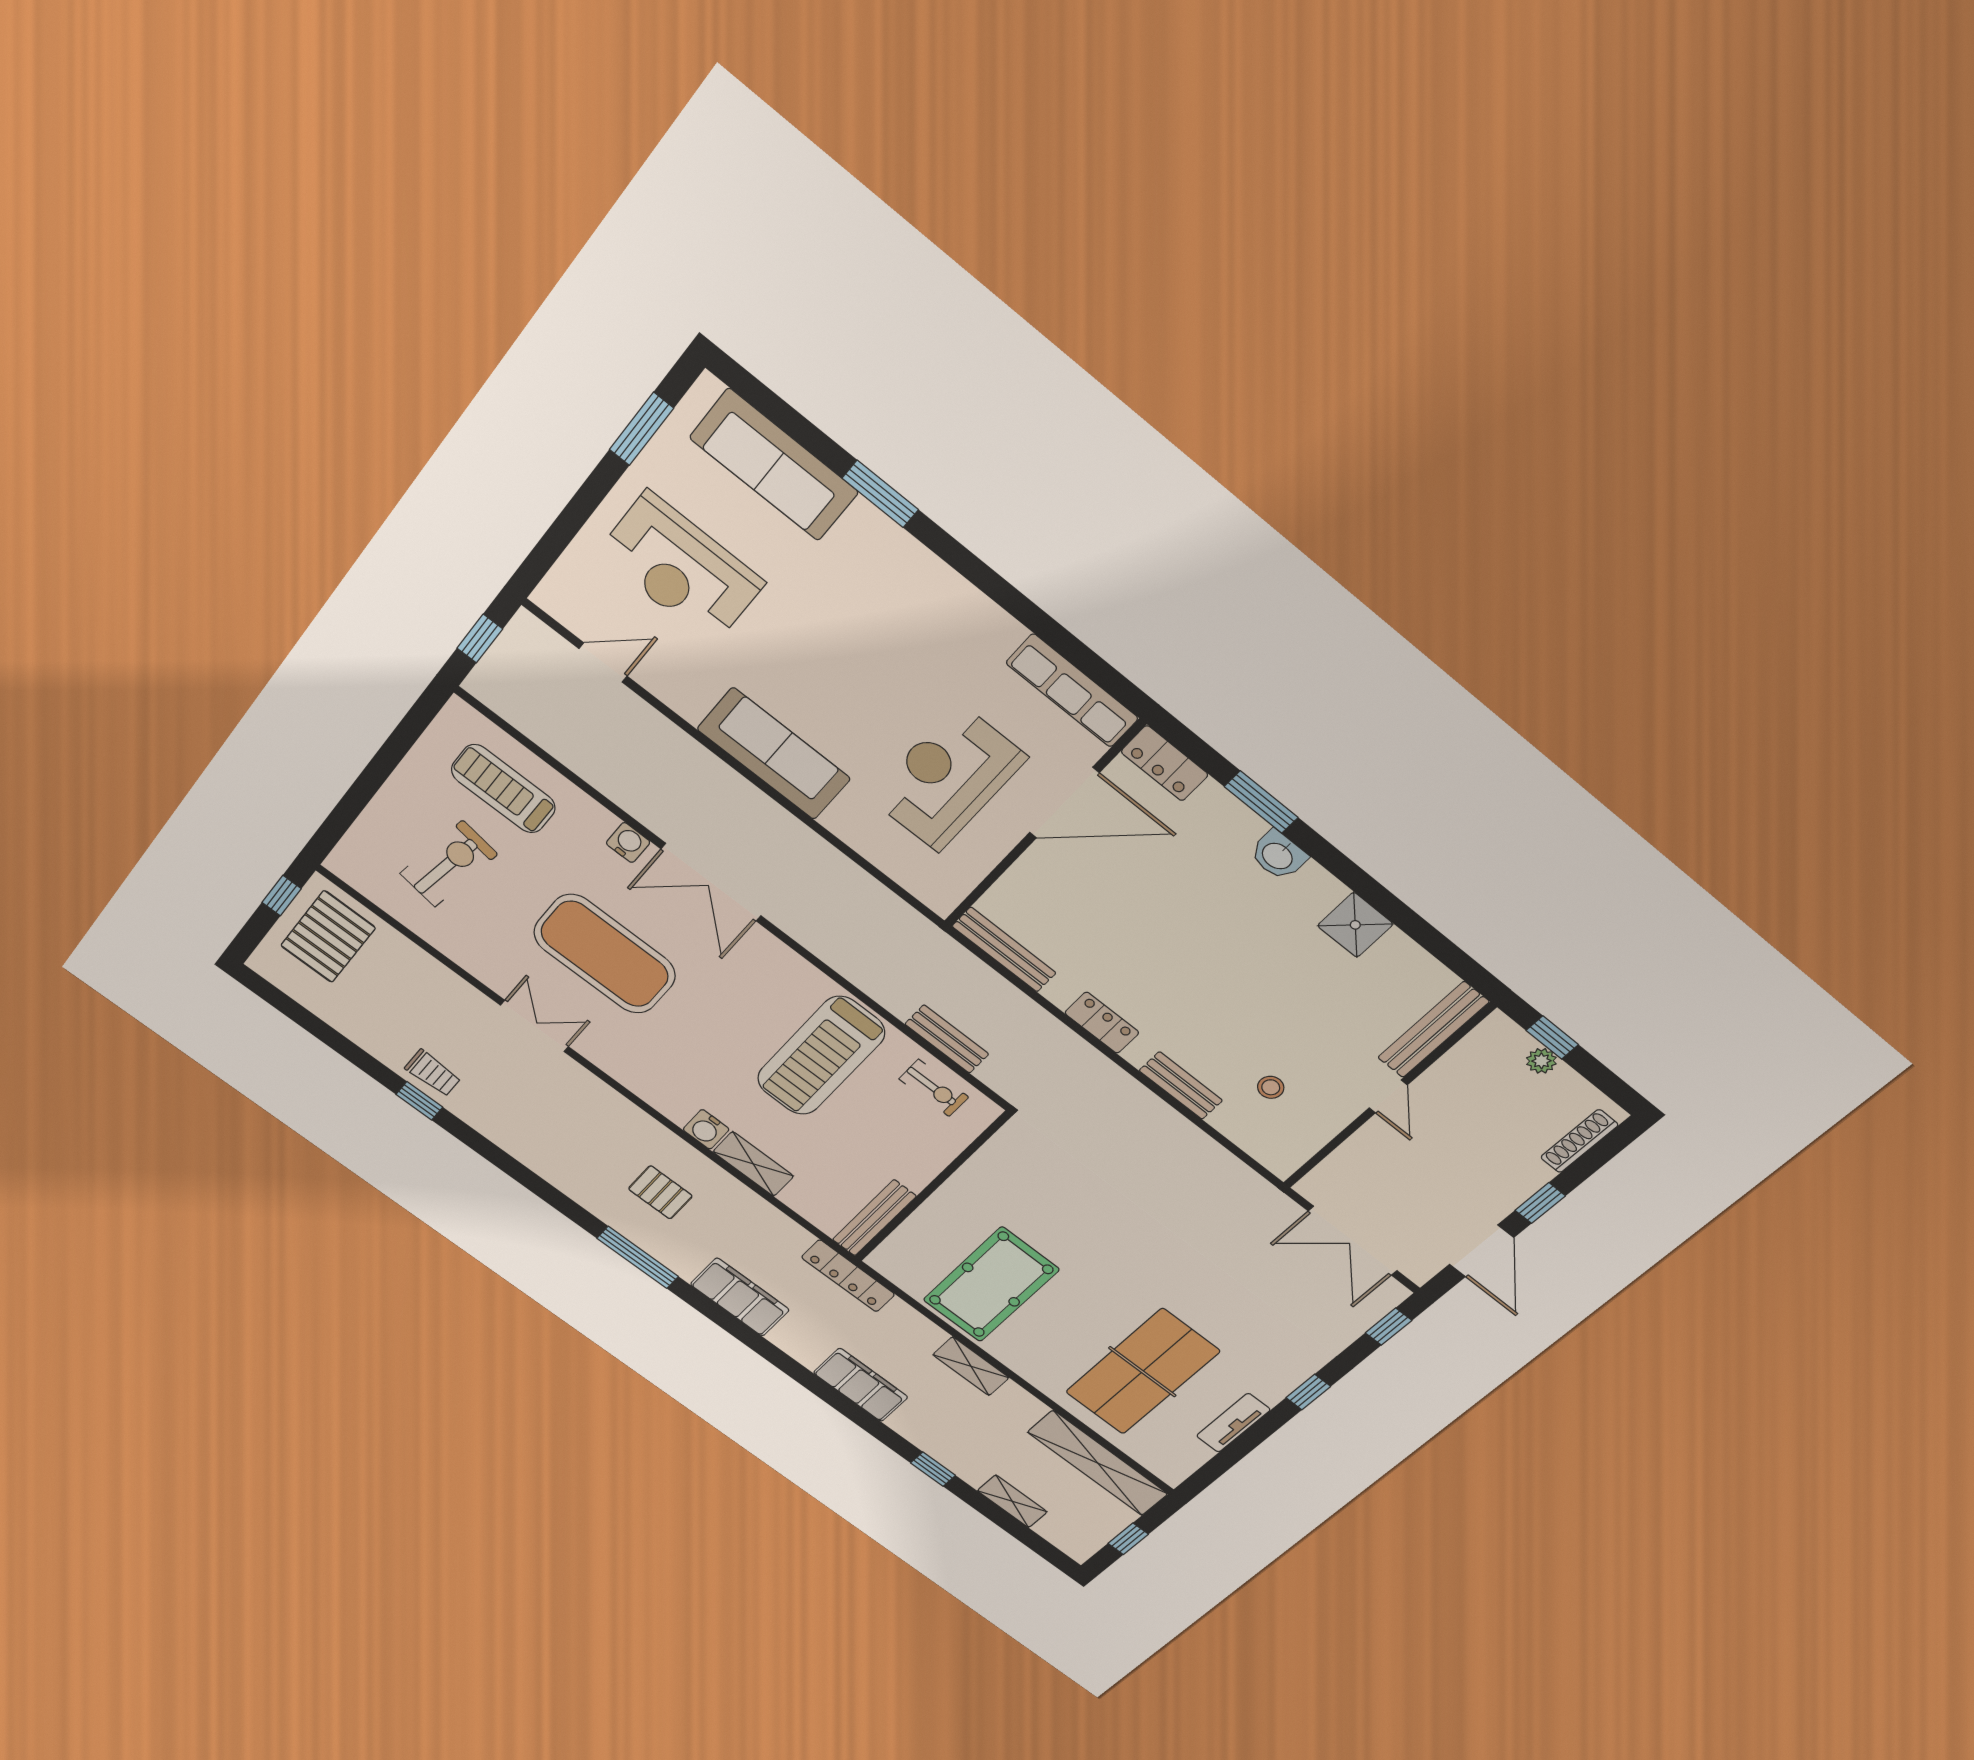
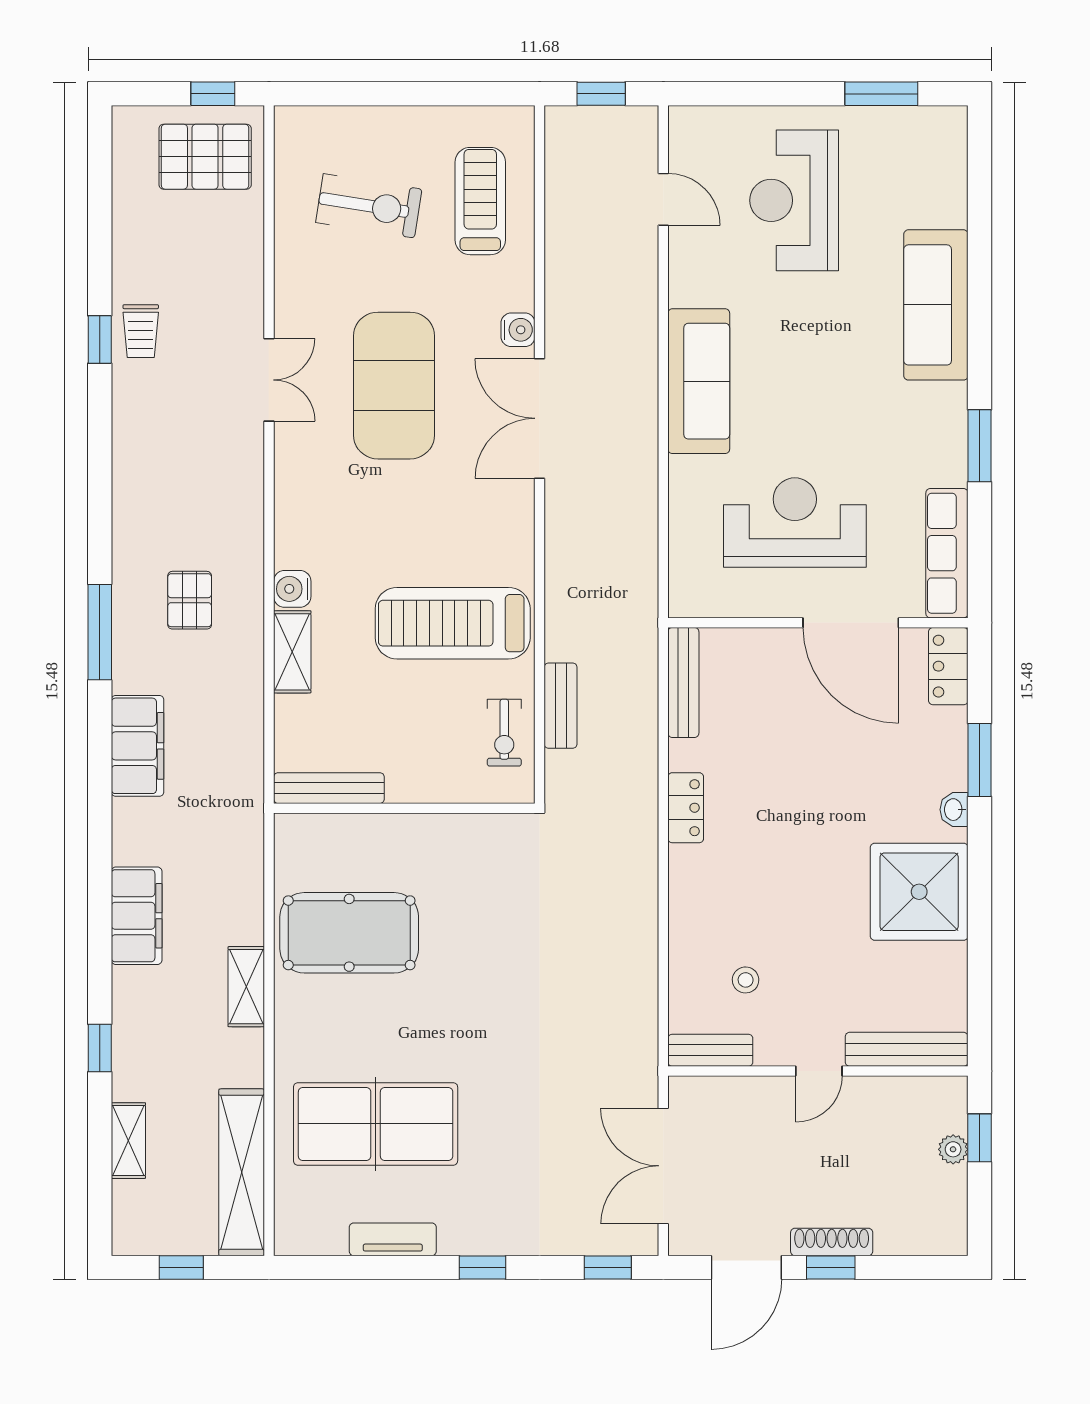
sofa: (774, 465) -> (936, 305), moved
window: (880, 494) -> (979, 446), moved
washbasin: (1278, 855) -> (954, 810), width x0.72, depth x0.69
shower: (1355, 925) -> (919, 892), width x1.86, depth x1.86
bench: (1181, 1086) -> (710, 1050), moved, turned 90
shoe rack: (1579, 1141) -> (832, 1242), moved
locker: (848, 1276) -> (247, 814), removed

